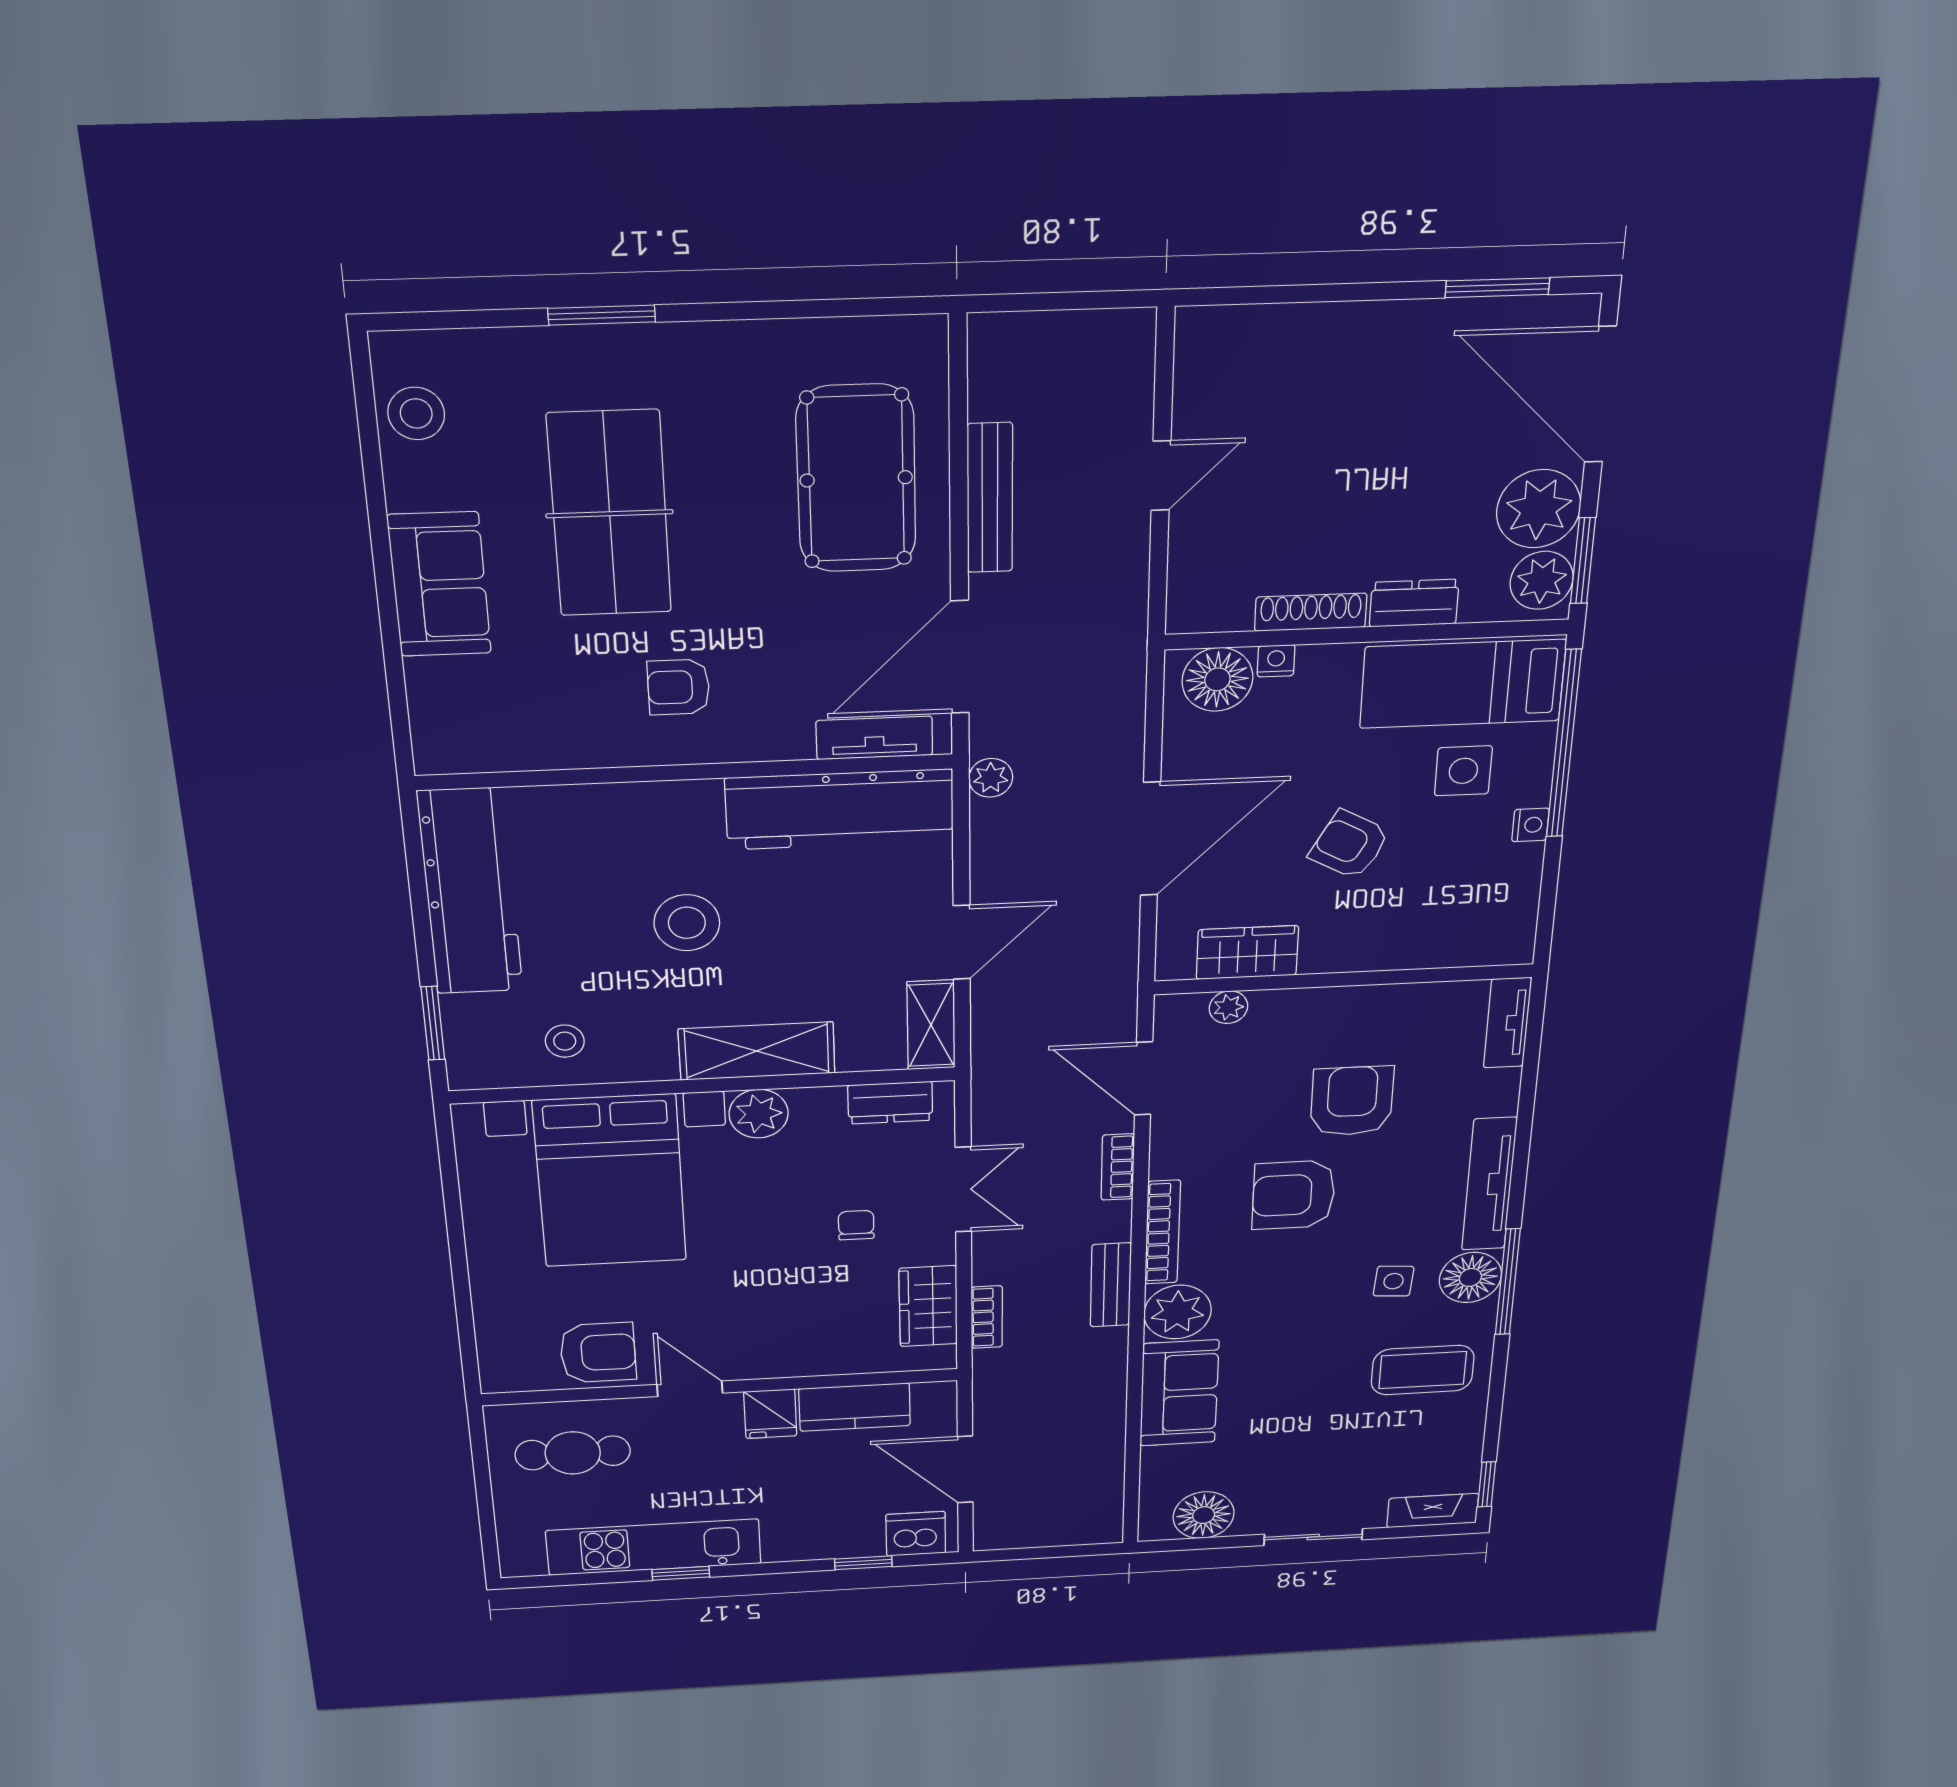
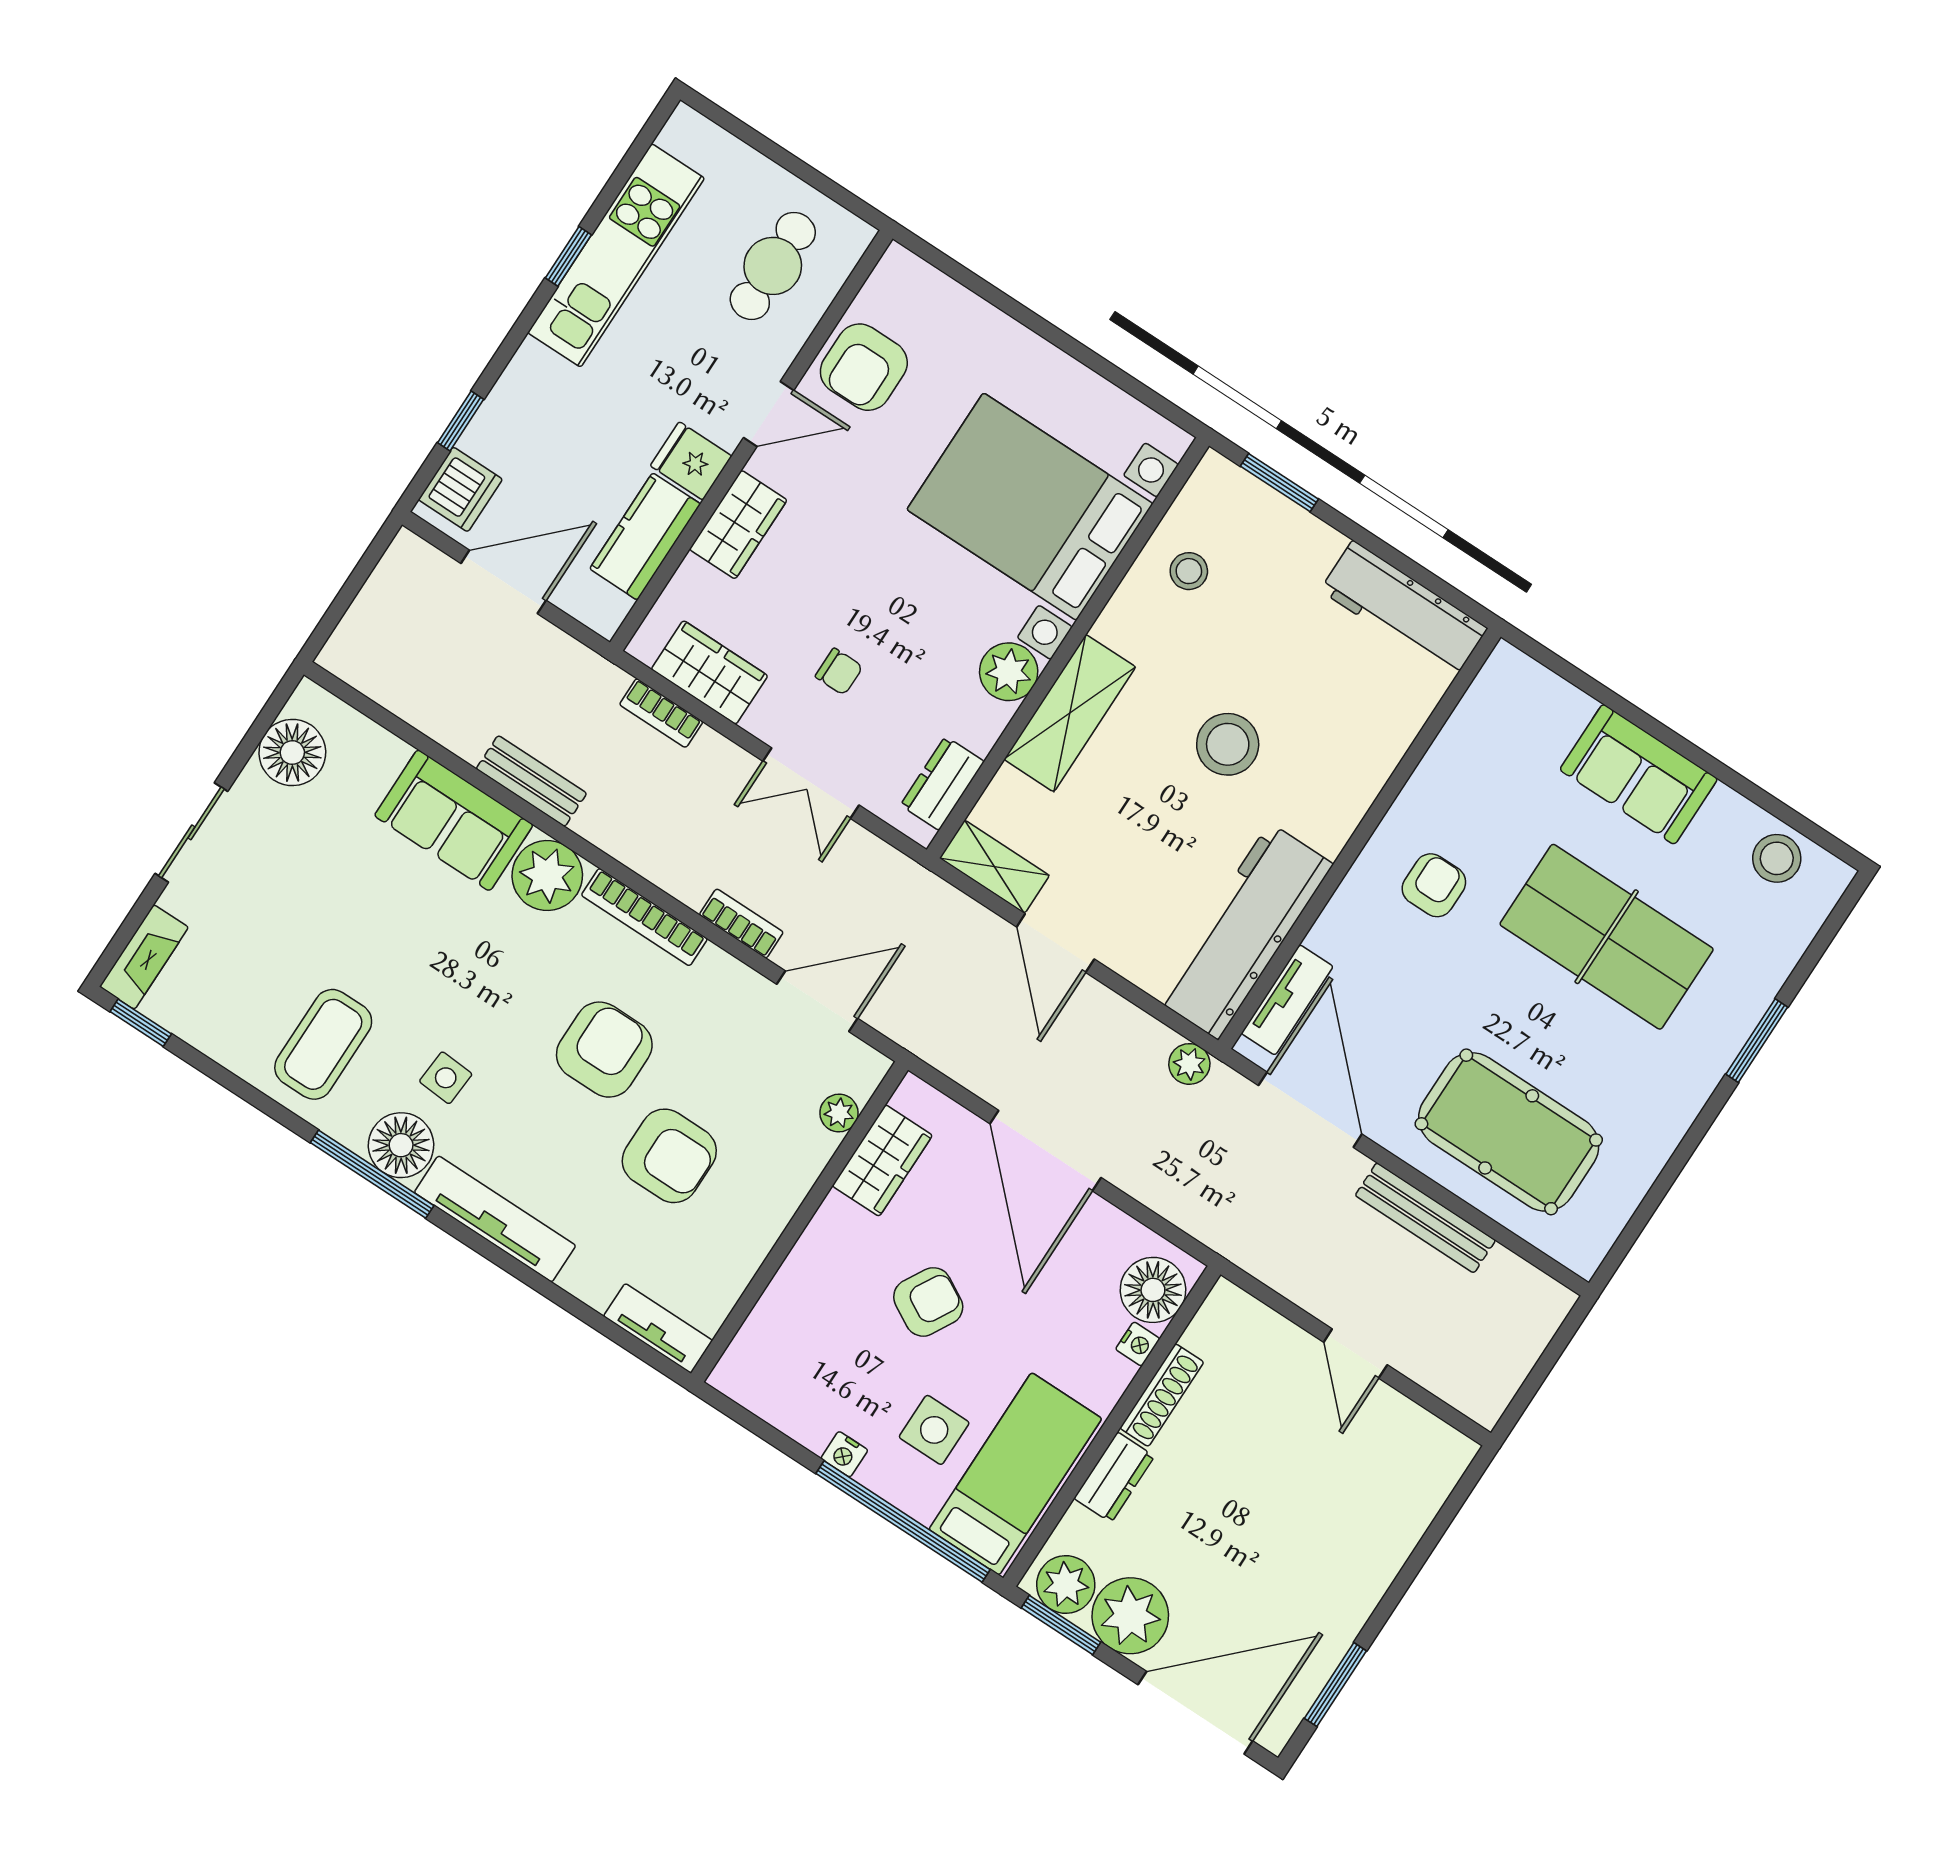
workbench: (470, 892) -> (1404, 609), width x0.73, depth x0.76
bench: (1111, 1285) -> (531, 781), moved
wardrobe: (794, 1357) -> (738, 525), added

